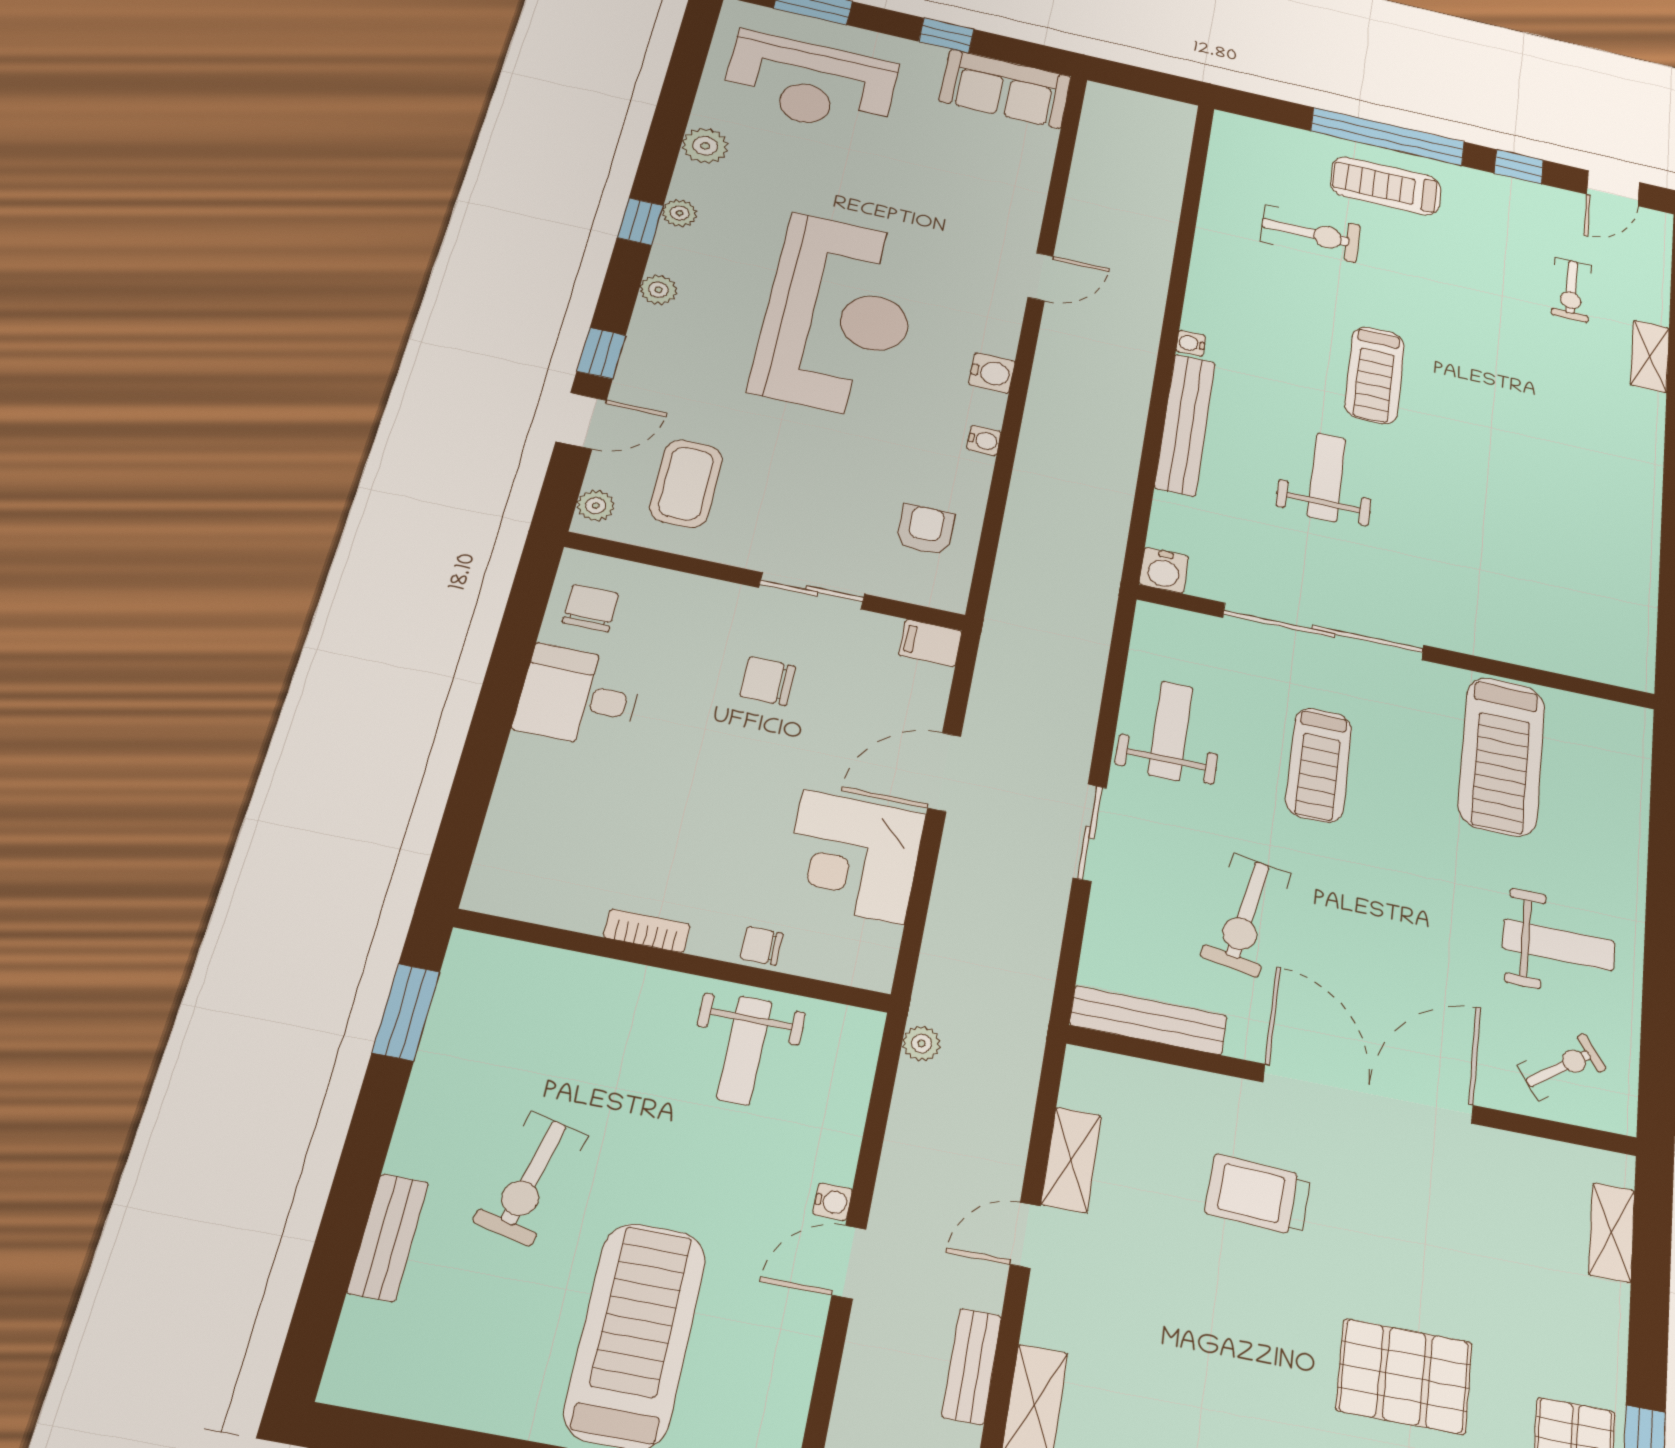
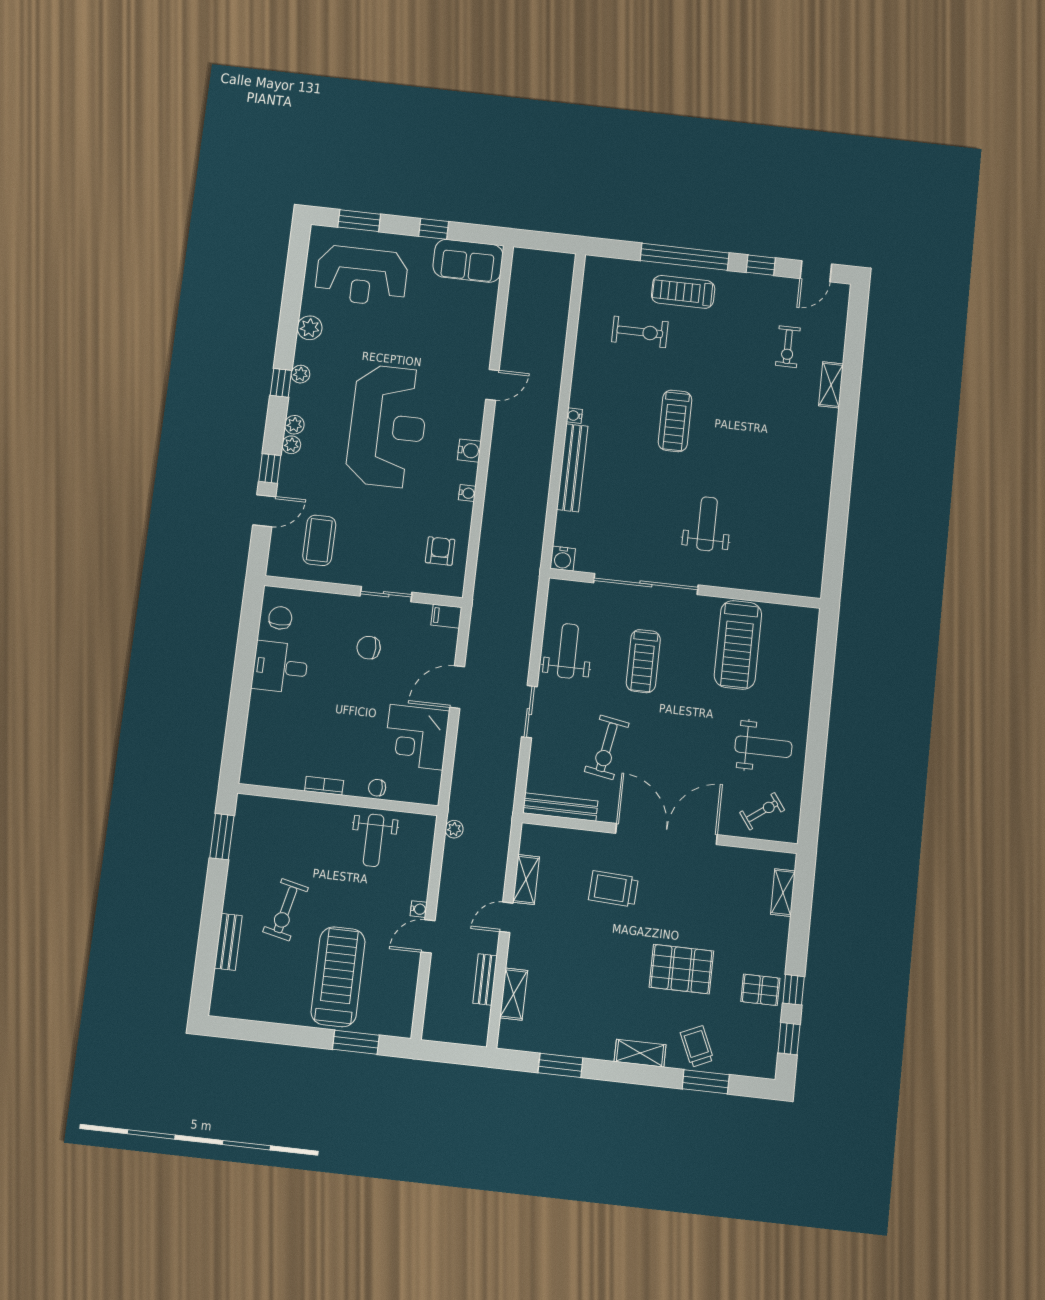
weight bench: (1327, 477) -> (707, 524), moved
plant: (596, 506) -> (291, 445), moved

